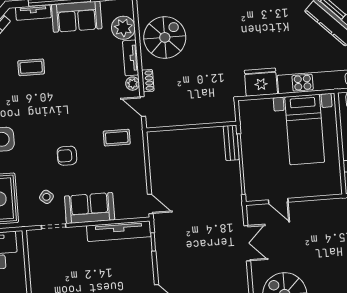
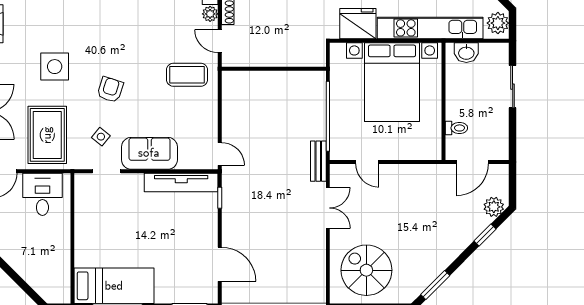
bed with nightstands: (305, 130) -> (392, 82), width x1.36
coffee table: (117, 138) -> (187, 75), width x1.36, depth x1.30
bench: (231, 143) -> (318, 161), moved
armchair: (67, 156) -> (110, 90), moved, turned 108

